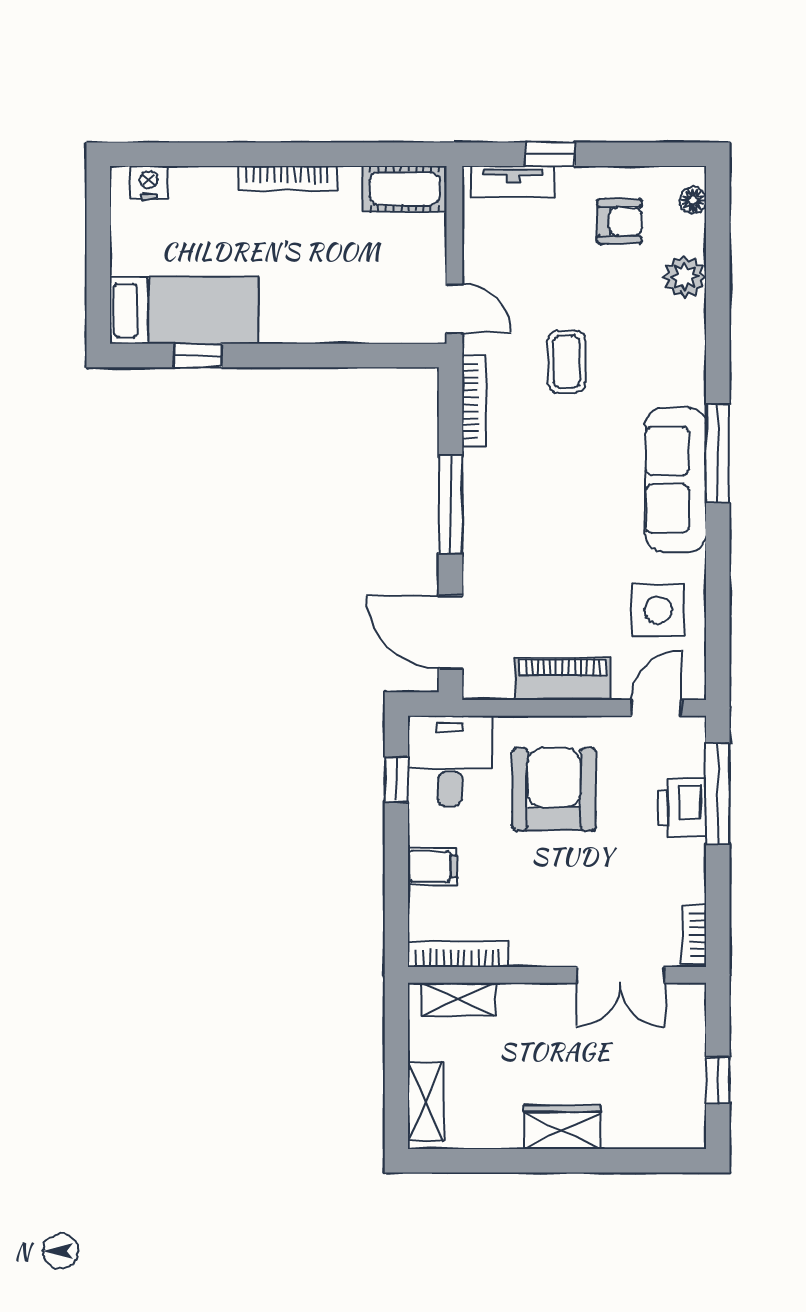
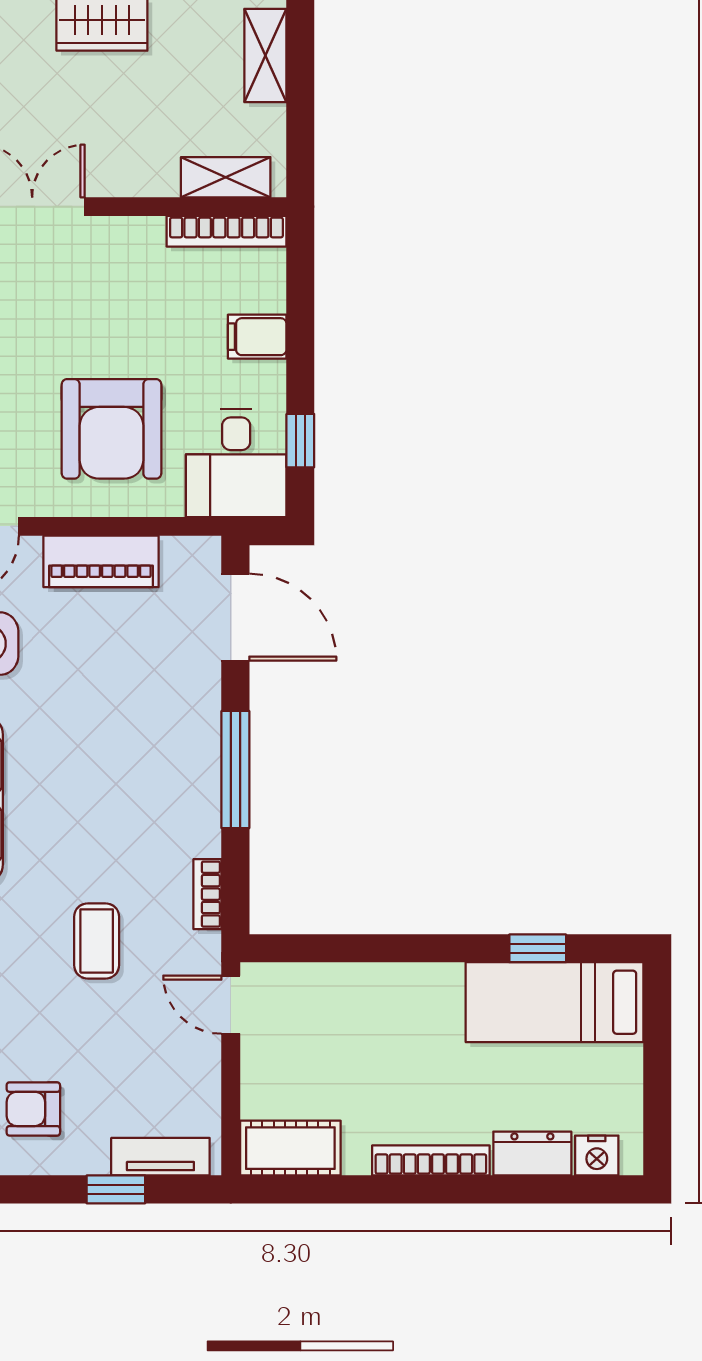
dresser: (203, 184) -> (532, 1154), added
bookcase: (474, 401) -> (207, 894), width x0.64

